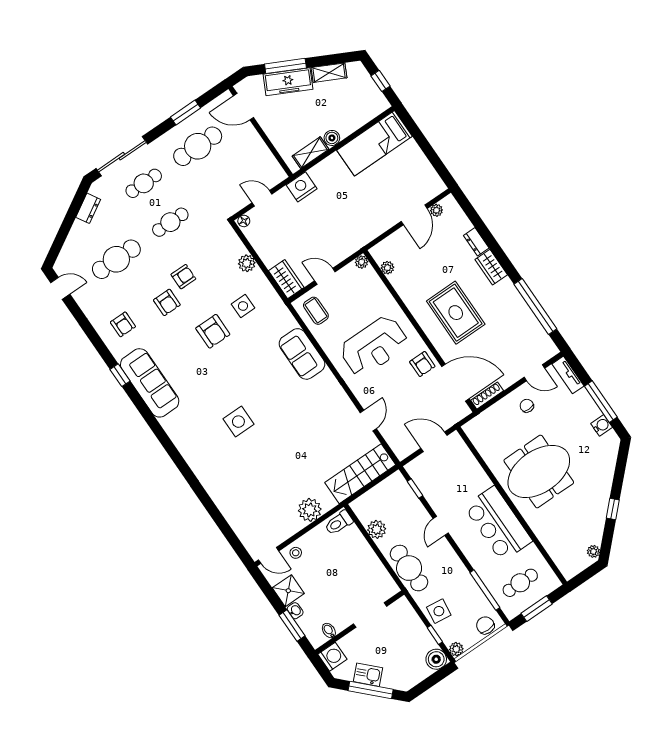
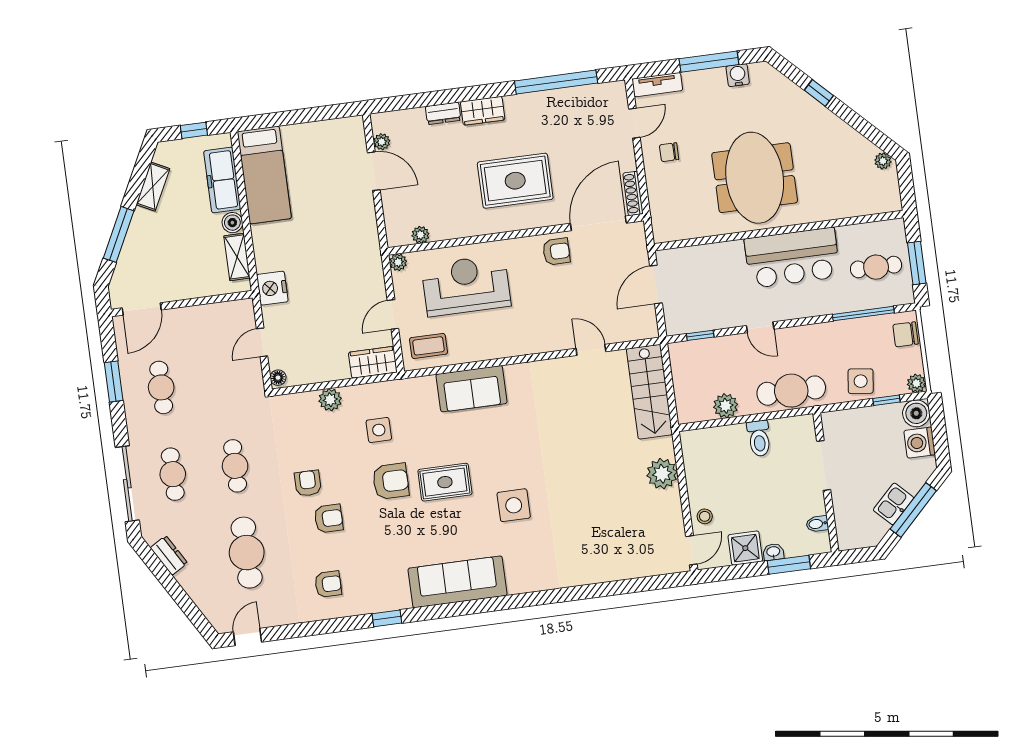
freezer: (288, 82) -> (222, 180), moved, turned 153
cafe table: (198, 146) -> (161, 387), width x0.73, depth x0.74
reception desk: (374, 346) -> (466, 285), moved, turned -90
rug: (231, 368) -> (445, 482), added
sofa: (150, 383) -> (457, 582), moved
window: (613, 509) -> (819, 93), moved
toilet: (339, 523) -> (759, 438), moved
cafe table: (520, 583) -> (876, 267), turned 90
washing machine: (332, 657) -> (920, 443), moved, turned -90

